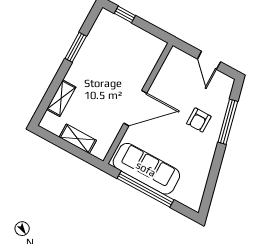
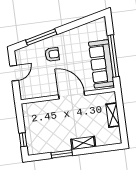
shelving: (61, 98) -> (83, 143), moved

